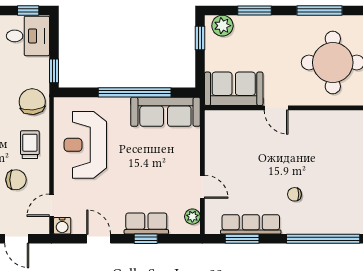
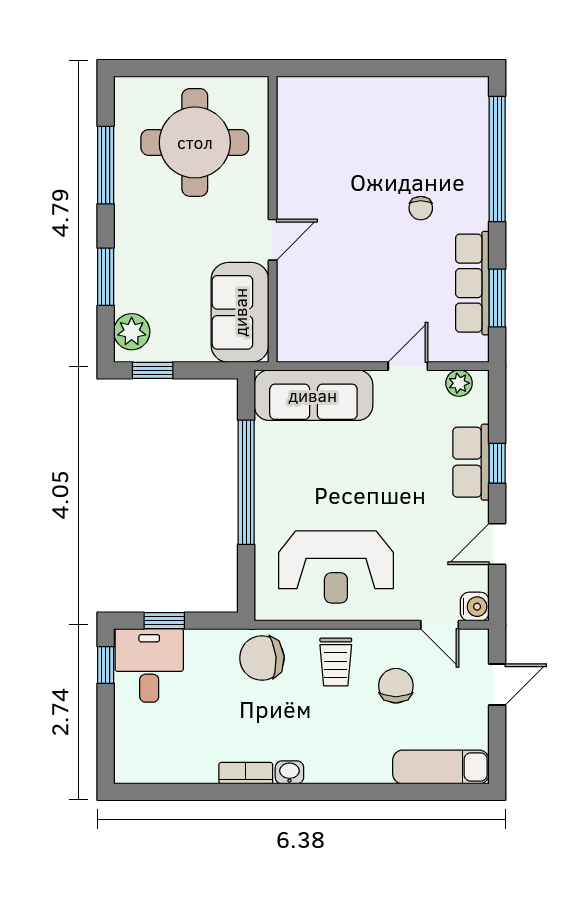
window: (54, 71) -> (164, 621), moved
sofa: (165, 112) -> (313, 395), moved, turned 90
trolley: (30, 145) -> (336, 662), turned -90

